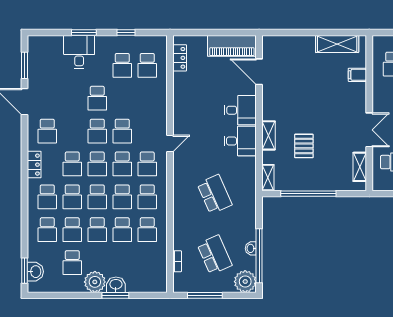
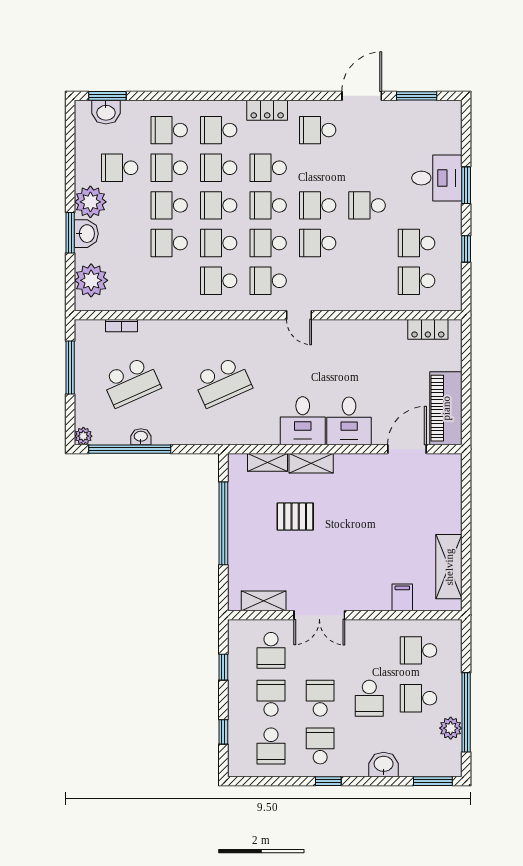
shelving: (268, 178) -> (267, 462), moved
school desk: (147, 230) -> (169, 281), removed
plant: (147, 281) -> (91, 280), added
plant: (245, 282) -> (83, 436), width x0.53, depth x0.53

